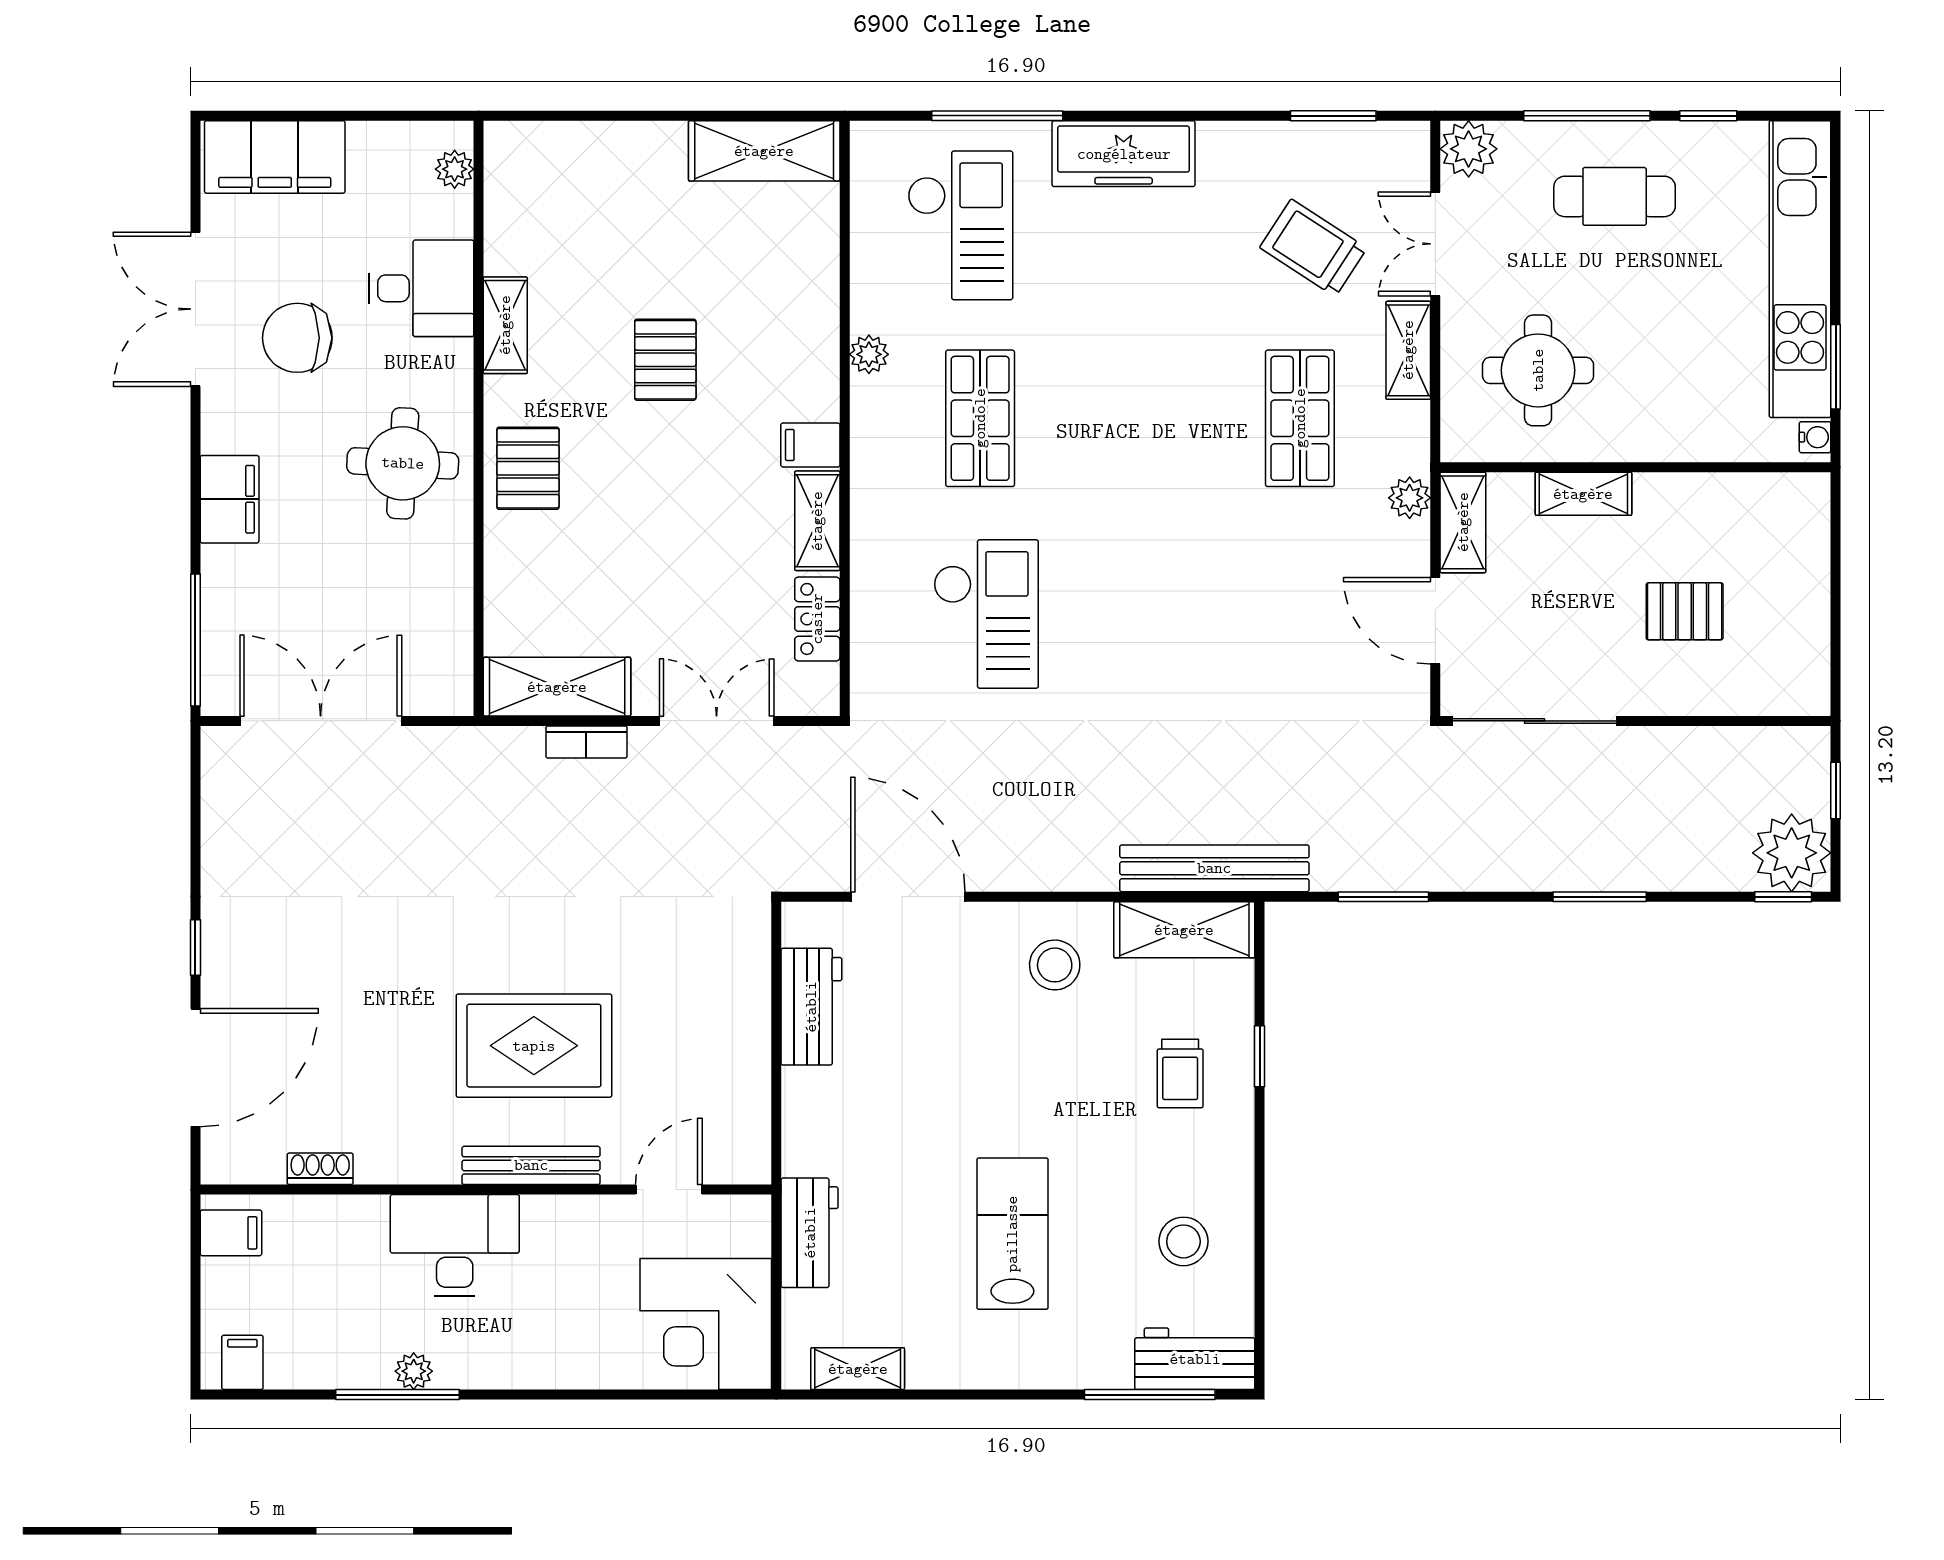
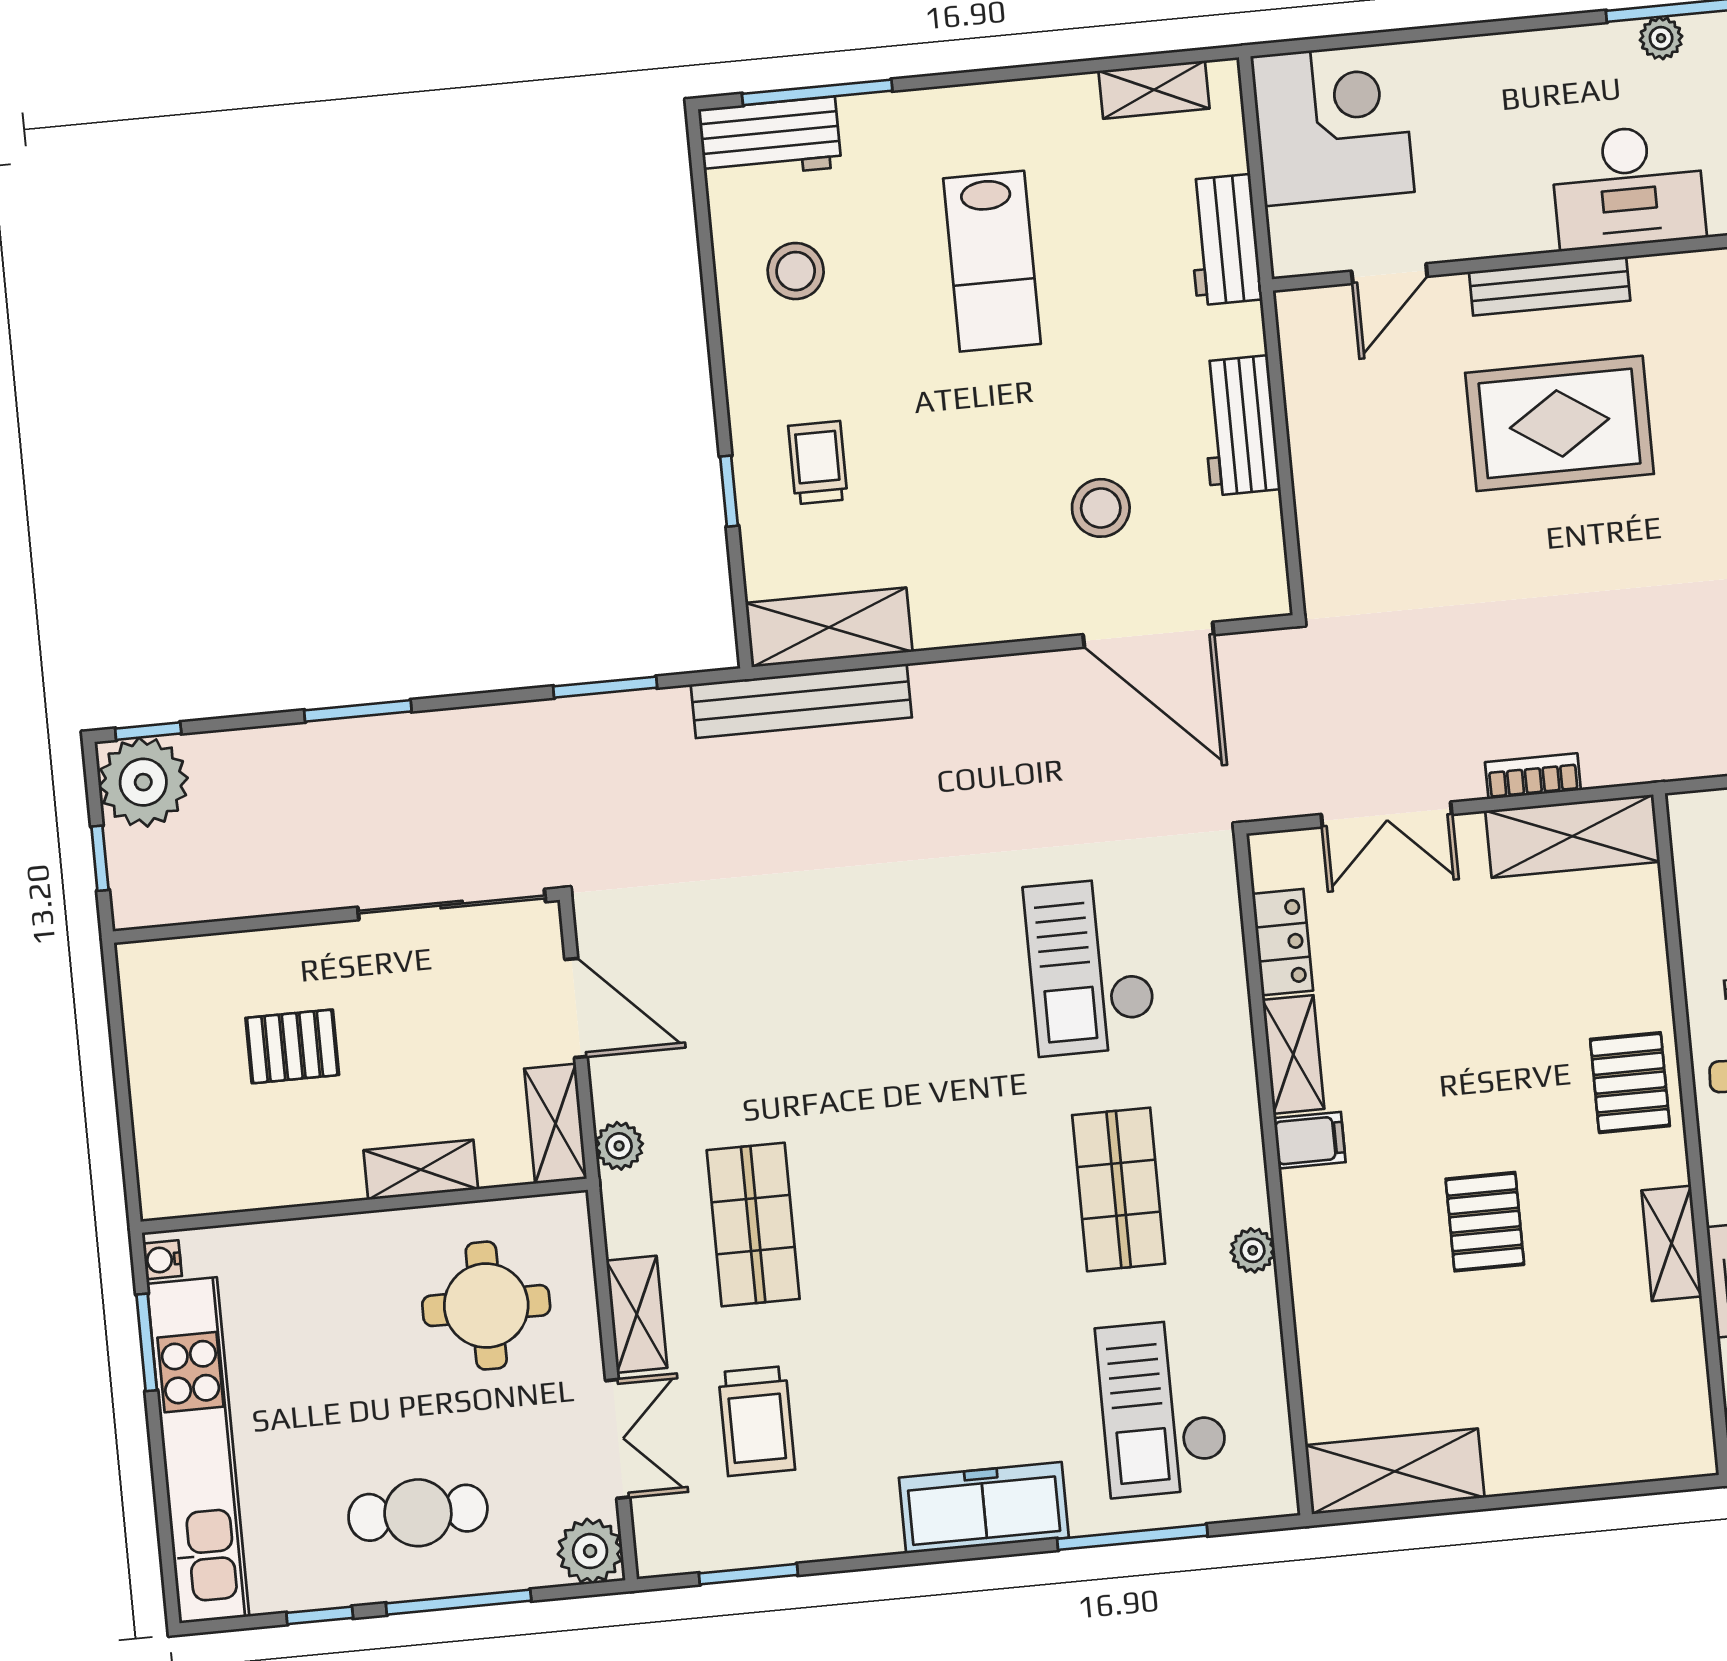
trolley: (1313, 248) -> (757, 1421), turned 57
stool: (1055, 965) -> (1101, 508), moved
workbench: (811, 1007) -> (1240, 426), moved

